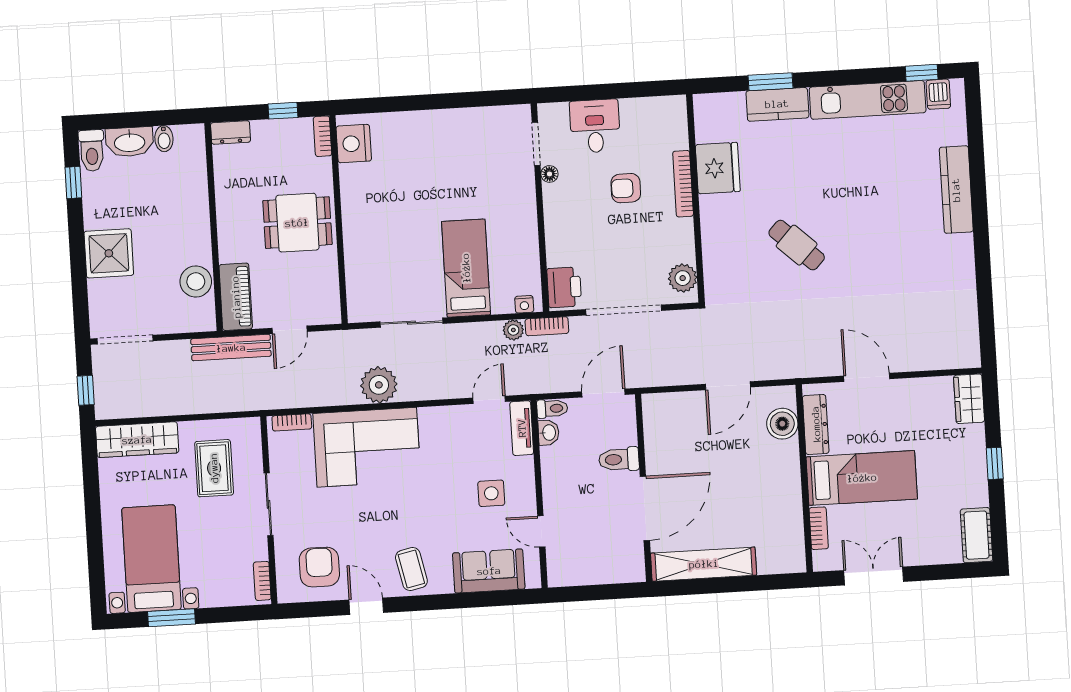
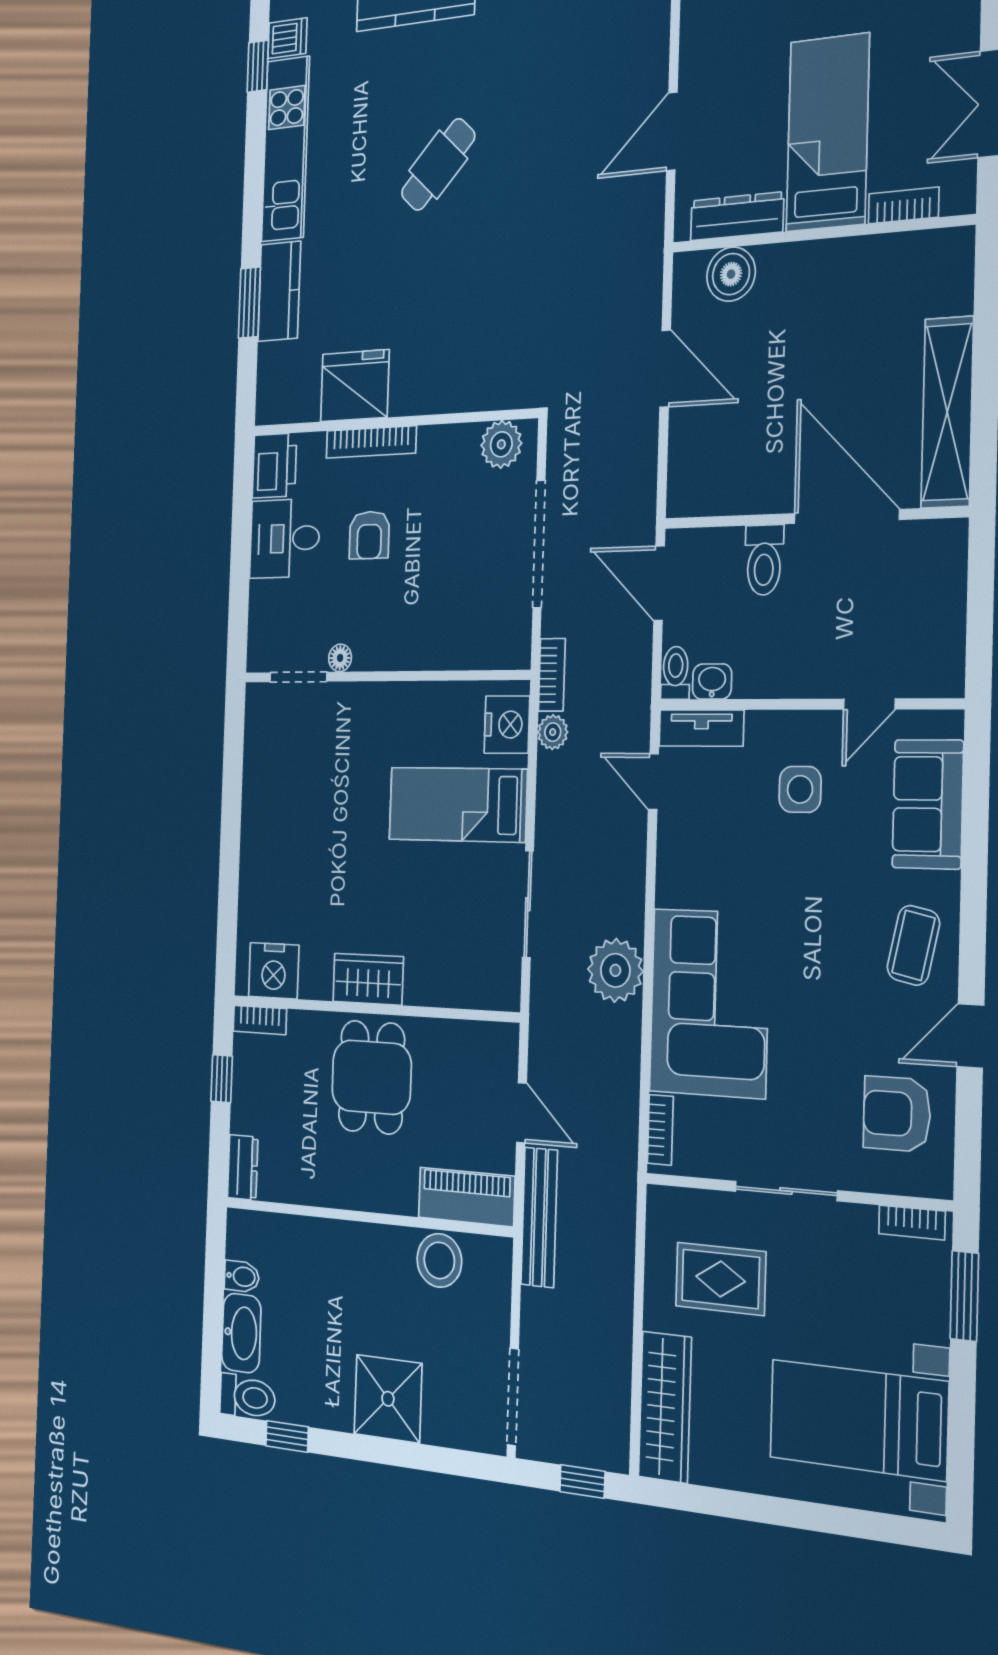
desk: (595, 126) -> (285, 538), moved
wardrobe: (356, 214) -> (368, 979), added
cafe table: (797, 245) -> (438, 165), moved
printer: (564, 287) -> (274, 466), moved, turned 90
nightstand: (524, 304) -> (507, 725), width x1.89, depth x1.79
coffee table: (411, 569) -> (913, 945), turned -66
window: (172, 618) -> (964, 1296), moved

